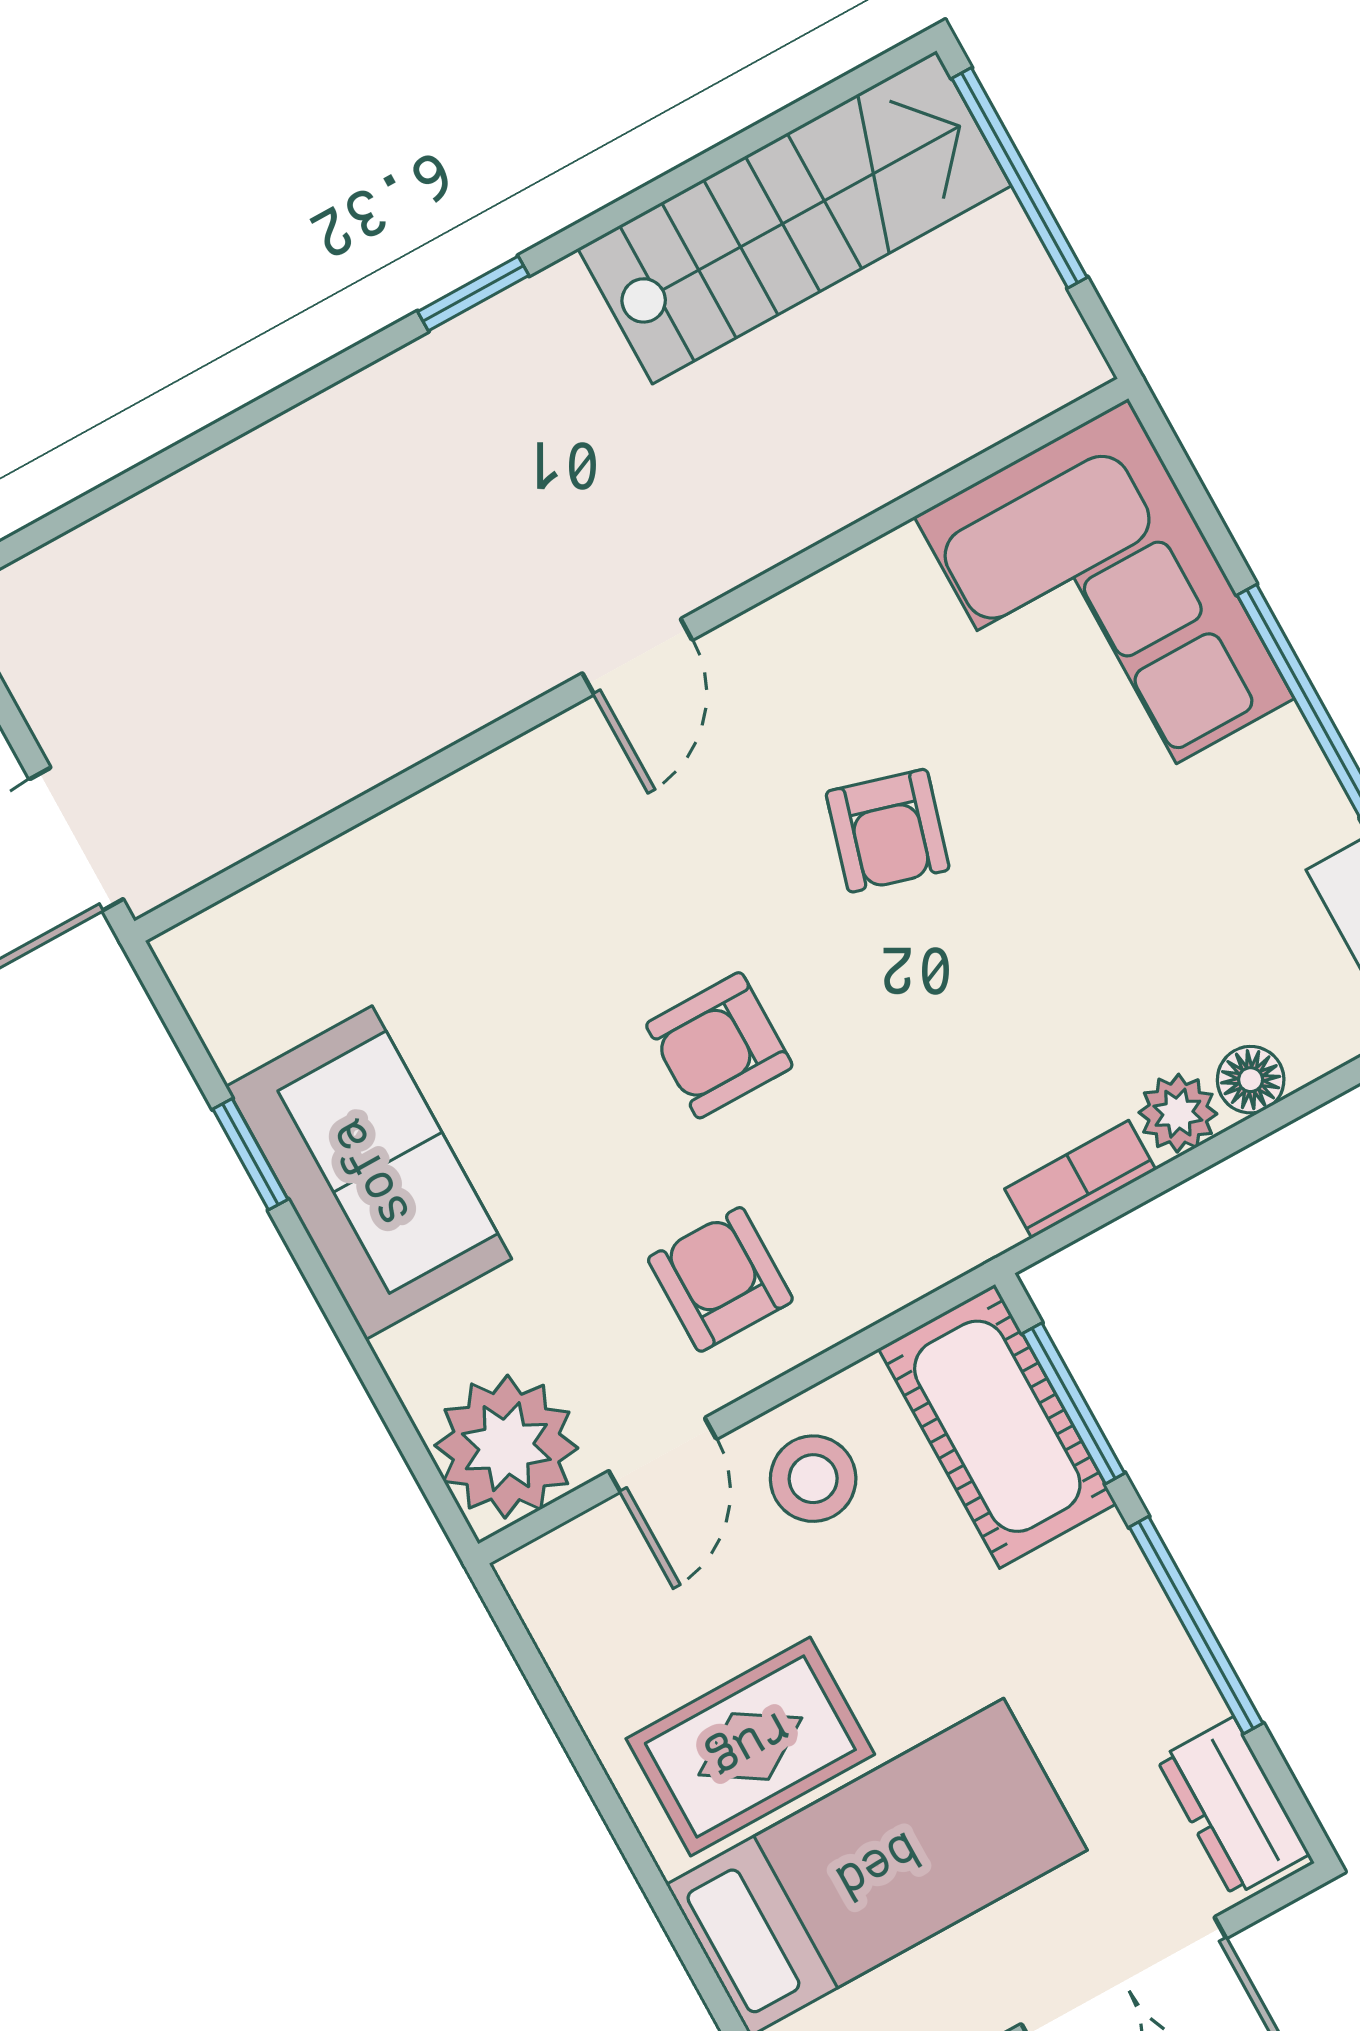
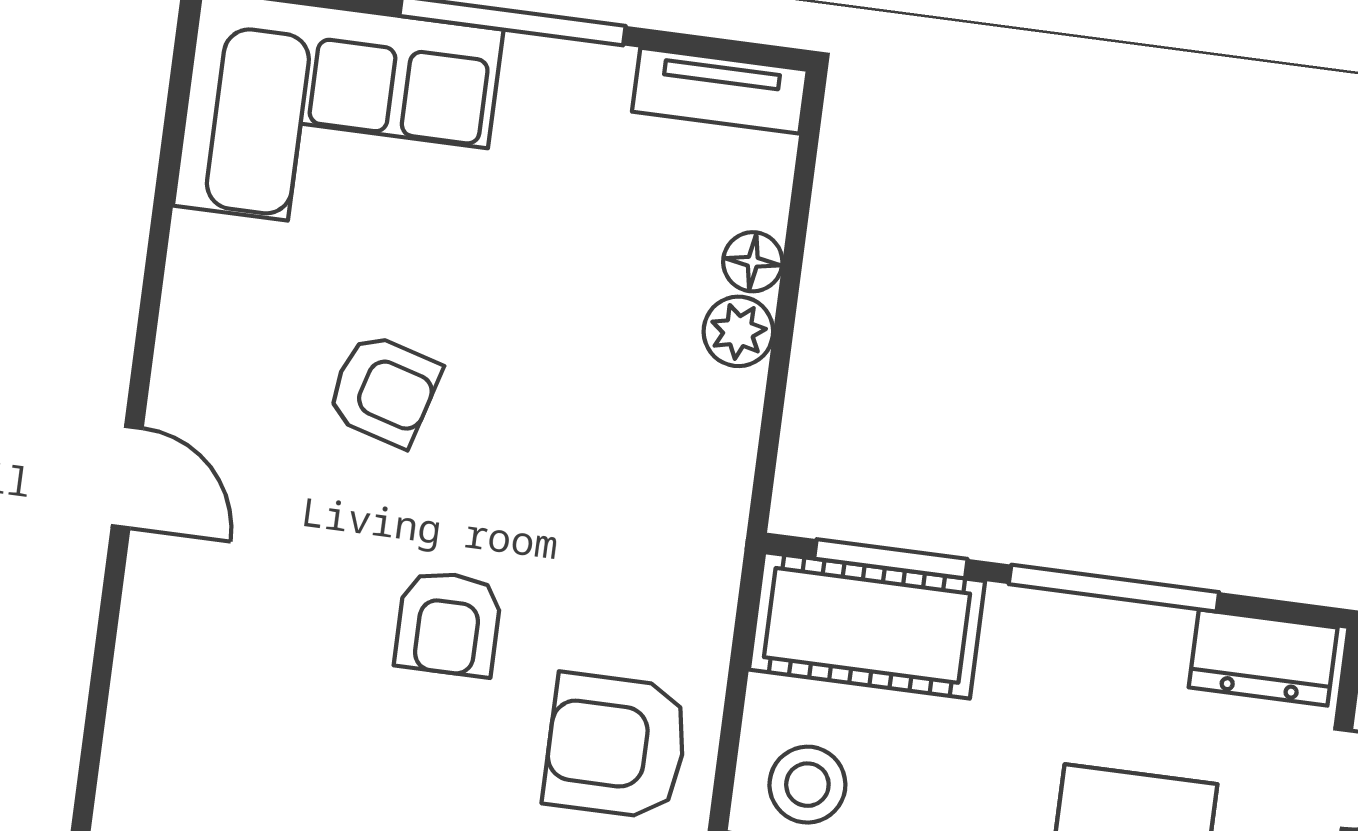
bookcase: (1080, 1179) -> (734, 436), removed
armchair: (720, 1279) -> (616, 746), width x1.38, depth x1.38

